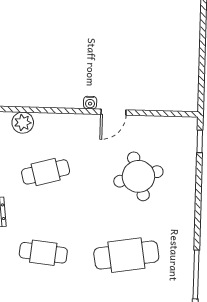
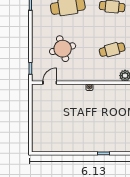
door: (113, 112) -> (50, 83), moved

